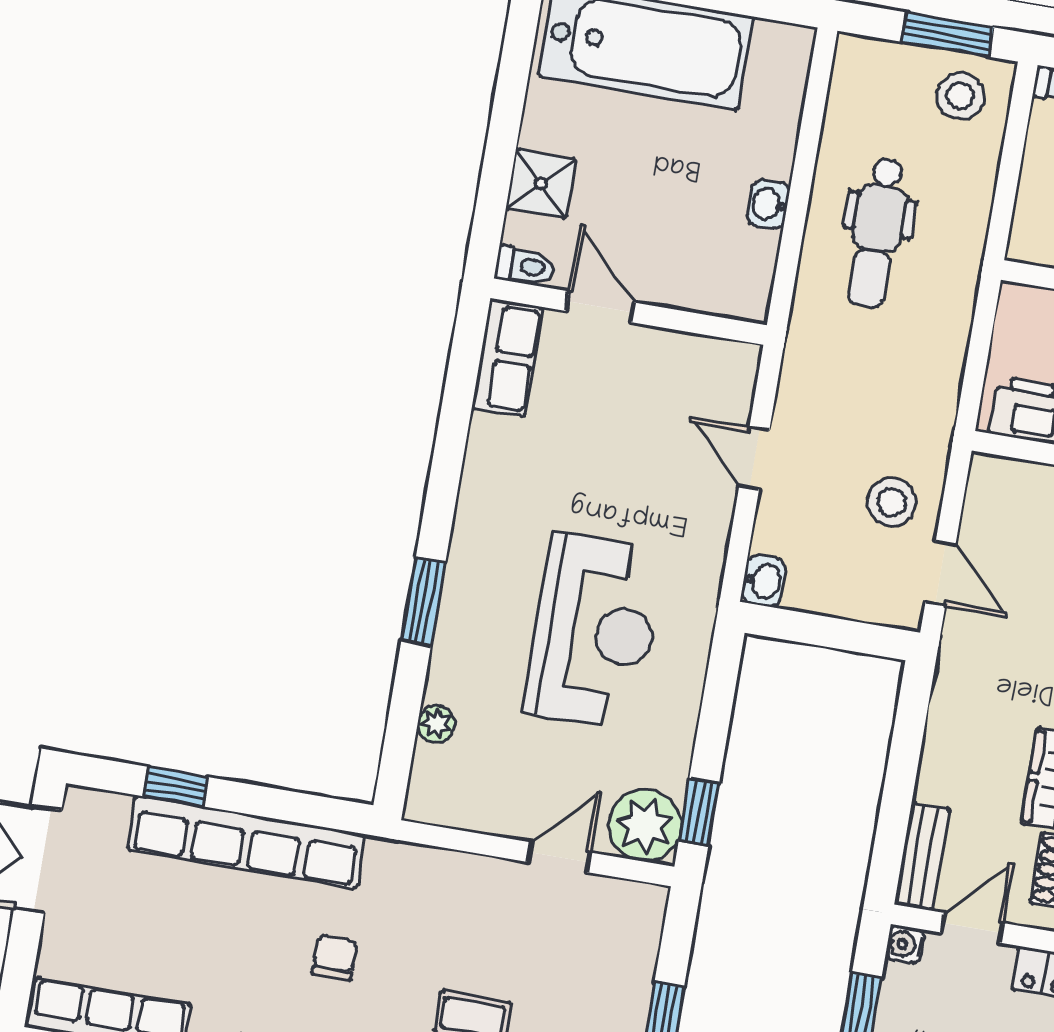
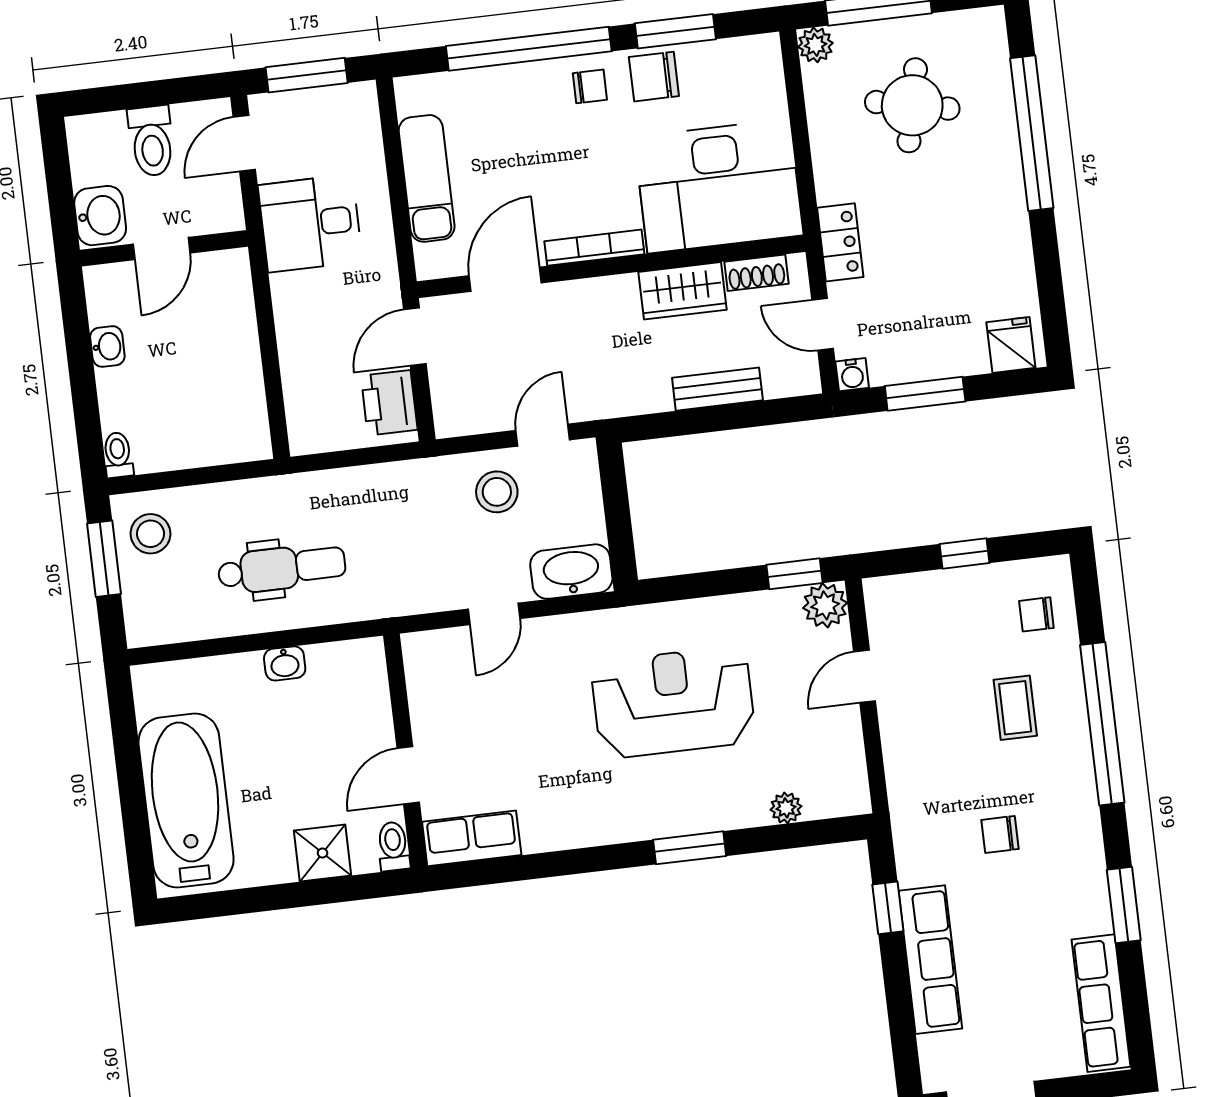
washbasin: (764, 581) -> (571, 572), width x1.91, depth x1.45
window: (176, 787) -> (888, 908), moved
plant: (645, 825) -> (825, 605), width x0.73, depth x0.73
row of seats: (247, 842) -> (930, 960), width x0.73
door: (559, 857) -> (865, 676), hinge flipped
bench: (922, 857) -> (717, 389), moved

